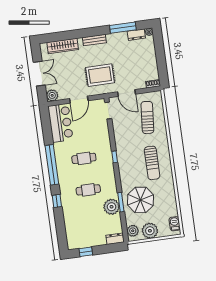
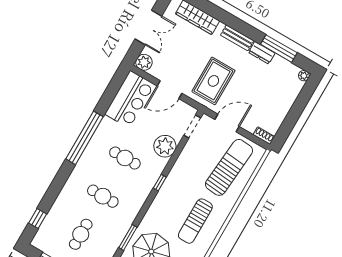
dresser: (136, 35) -> (262, 53), moved
rug: (100, 75) -> (213, 81), turned 90
door: (127, 93) -> (227, 123), swing flipped
sun lounger: (147, 117) -> (229, 167), width x1.36, depth x1.34
window: (57, 201) -> (38, 219), moved
plant: (112, 207) -> (165, 146), moved
cafe table: (93, 221) -> (81, 234), added

